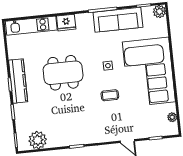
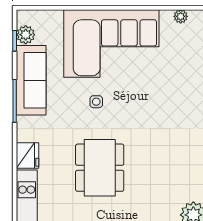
plant: (159, 12) -> (26, 35), moved
coffee table: (110, 95) -> (139, 103), removed

